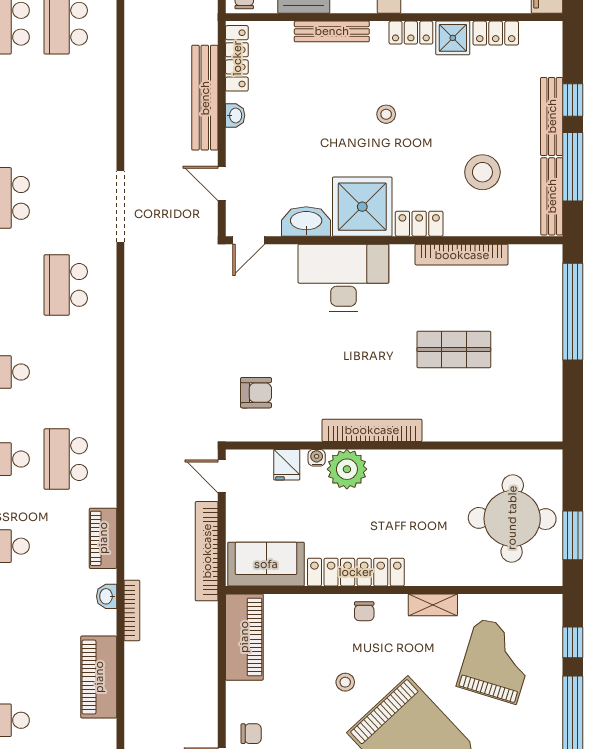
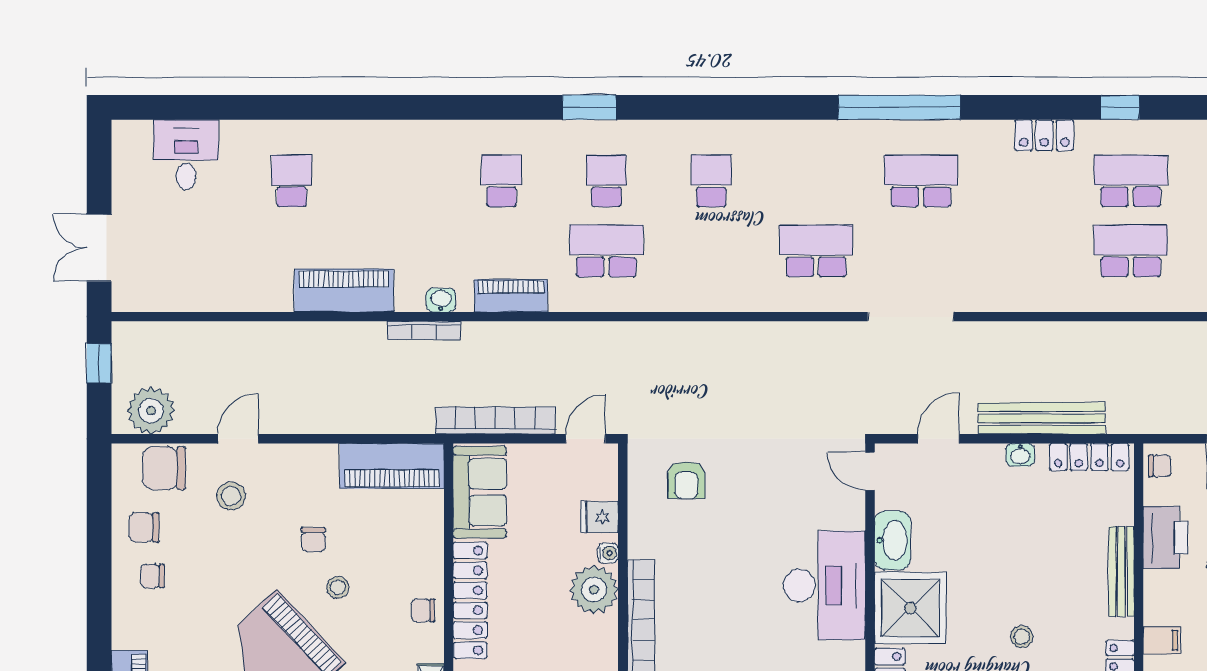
chair: (251, 734) -> (313, 540), moved

